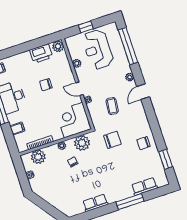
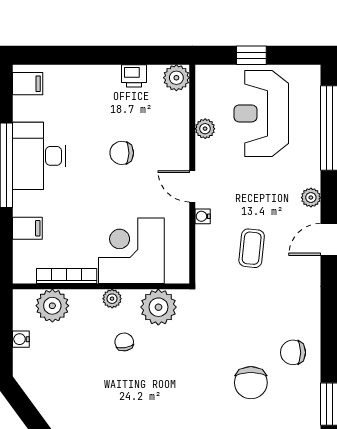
printer: (41, 54) -> (134, 76), width x0.53, depth x0.68
corner desk: (73, 120) -> (131, 251), moved
chair: (112, 140) -> (251, 383), moved, turned 90

